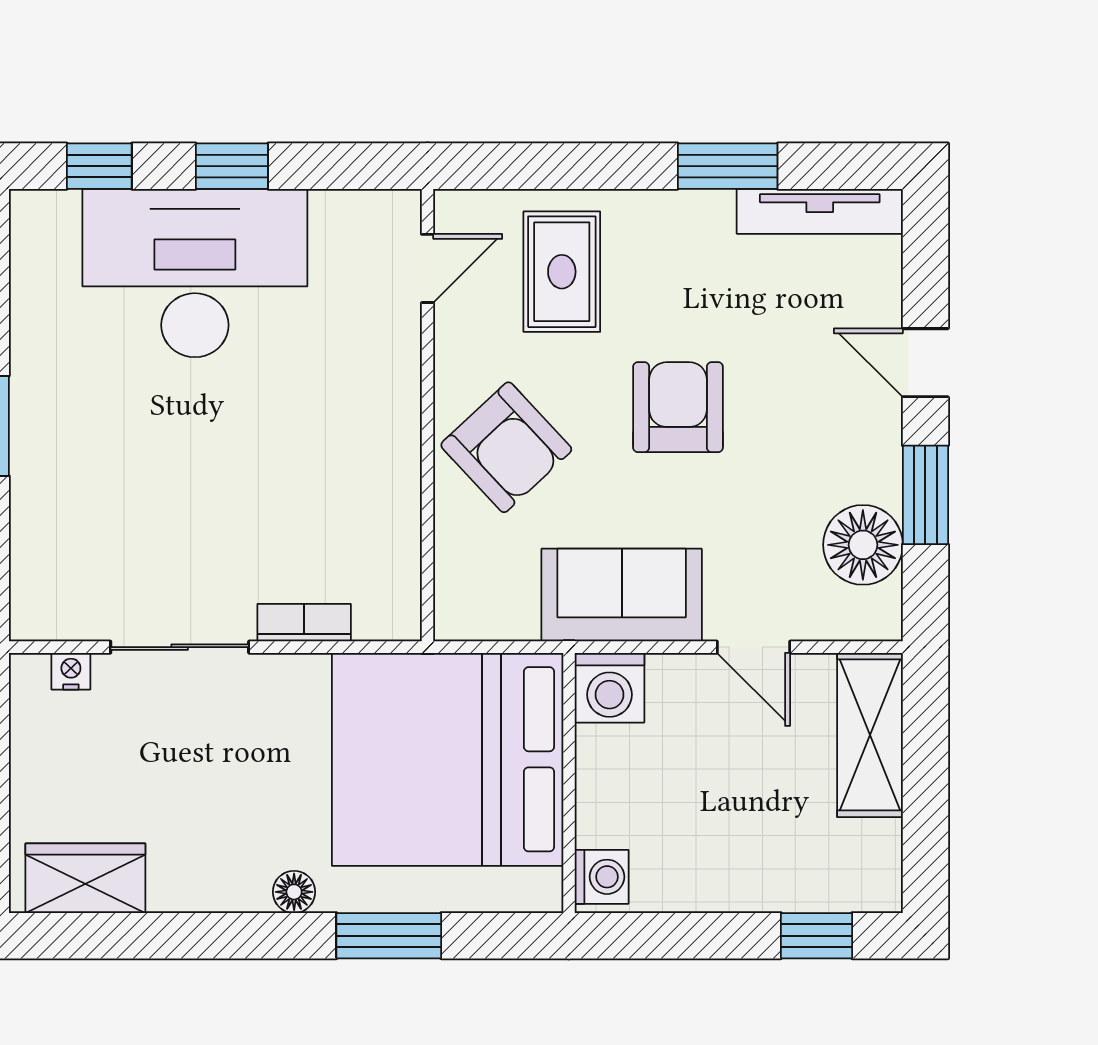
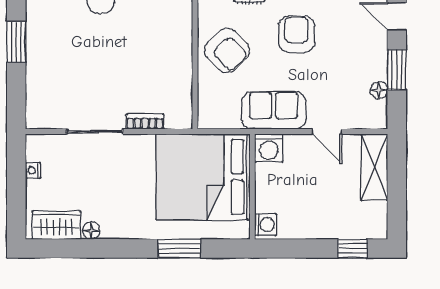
floor lamp: (863, 545) -> (379, 90), width x0.53, depth x0.53
nightstand: (71, 671) -> (33, 170), moved, turned -90
floor lamp: (294, 892) -> (91, 231), moved

